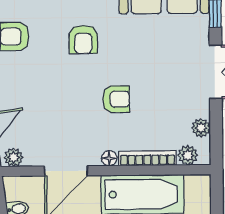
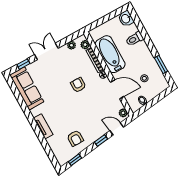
armchair: (83, 40) -> (62, 111), removed

